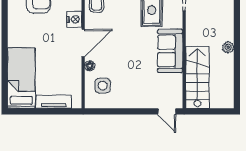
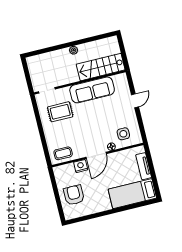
door: (83, 43) -> (96, 155), swing flipped
sofa: (170, 51) -> (92, 90), width x1.36
door: (167, 111) -> (135, 101), moved

